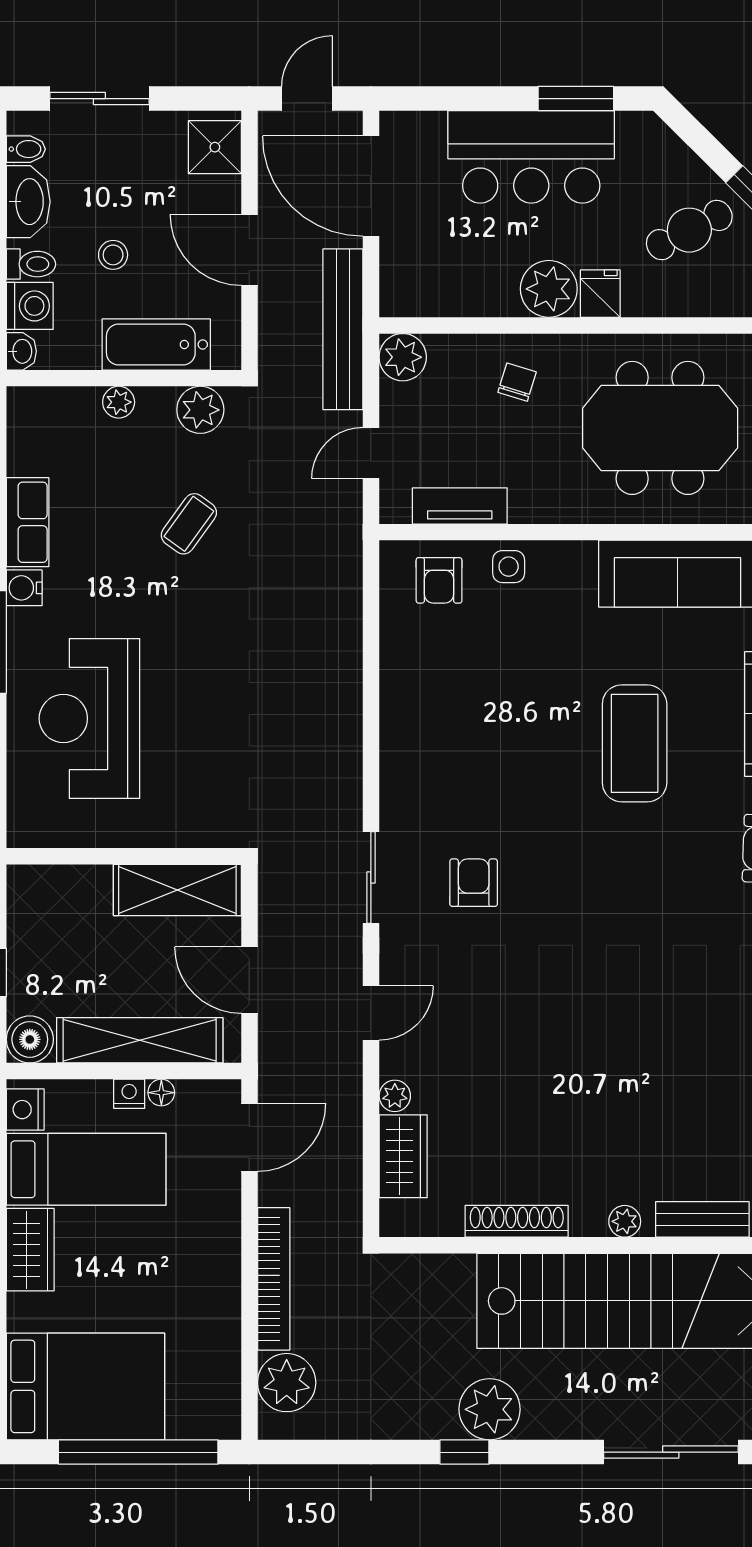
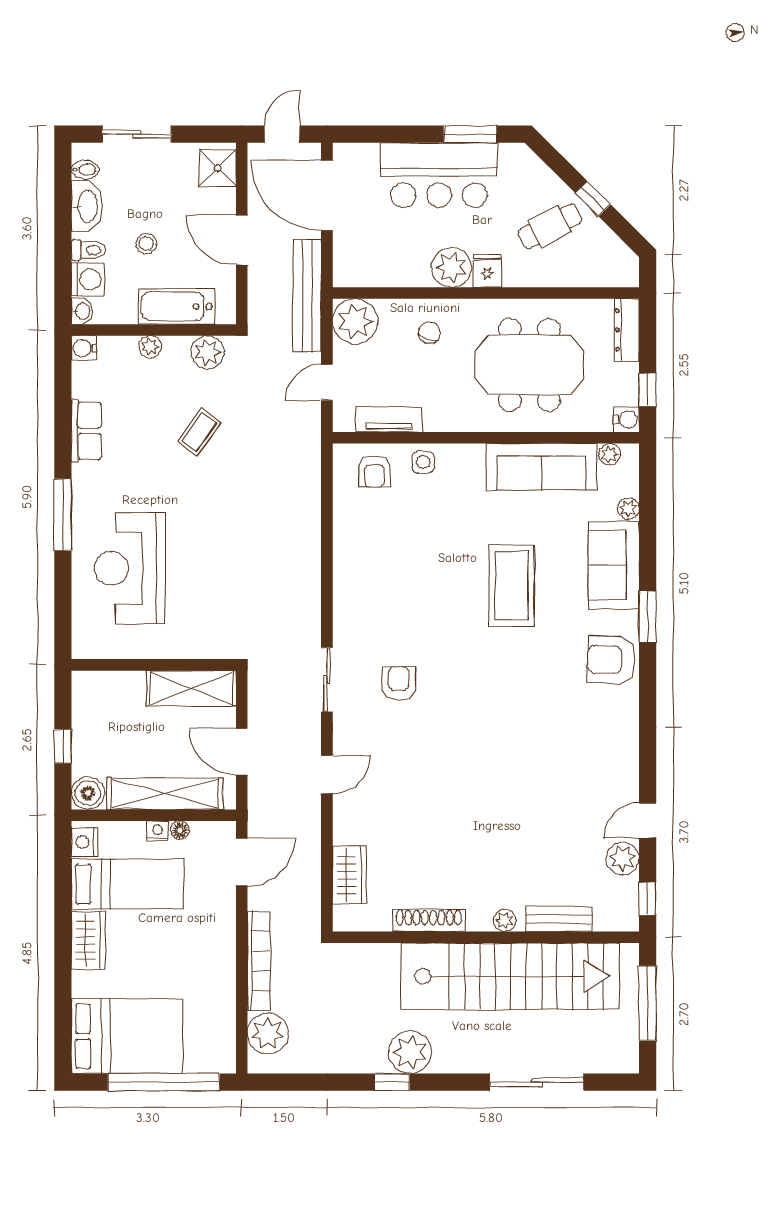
plant: (403, 357) -> (355, 321), width x1.36, depth x1.36
water cooler: (24, 588) -> (84, 348), moved
plant: (395, 1096) -> (344, 833), removed

